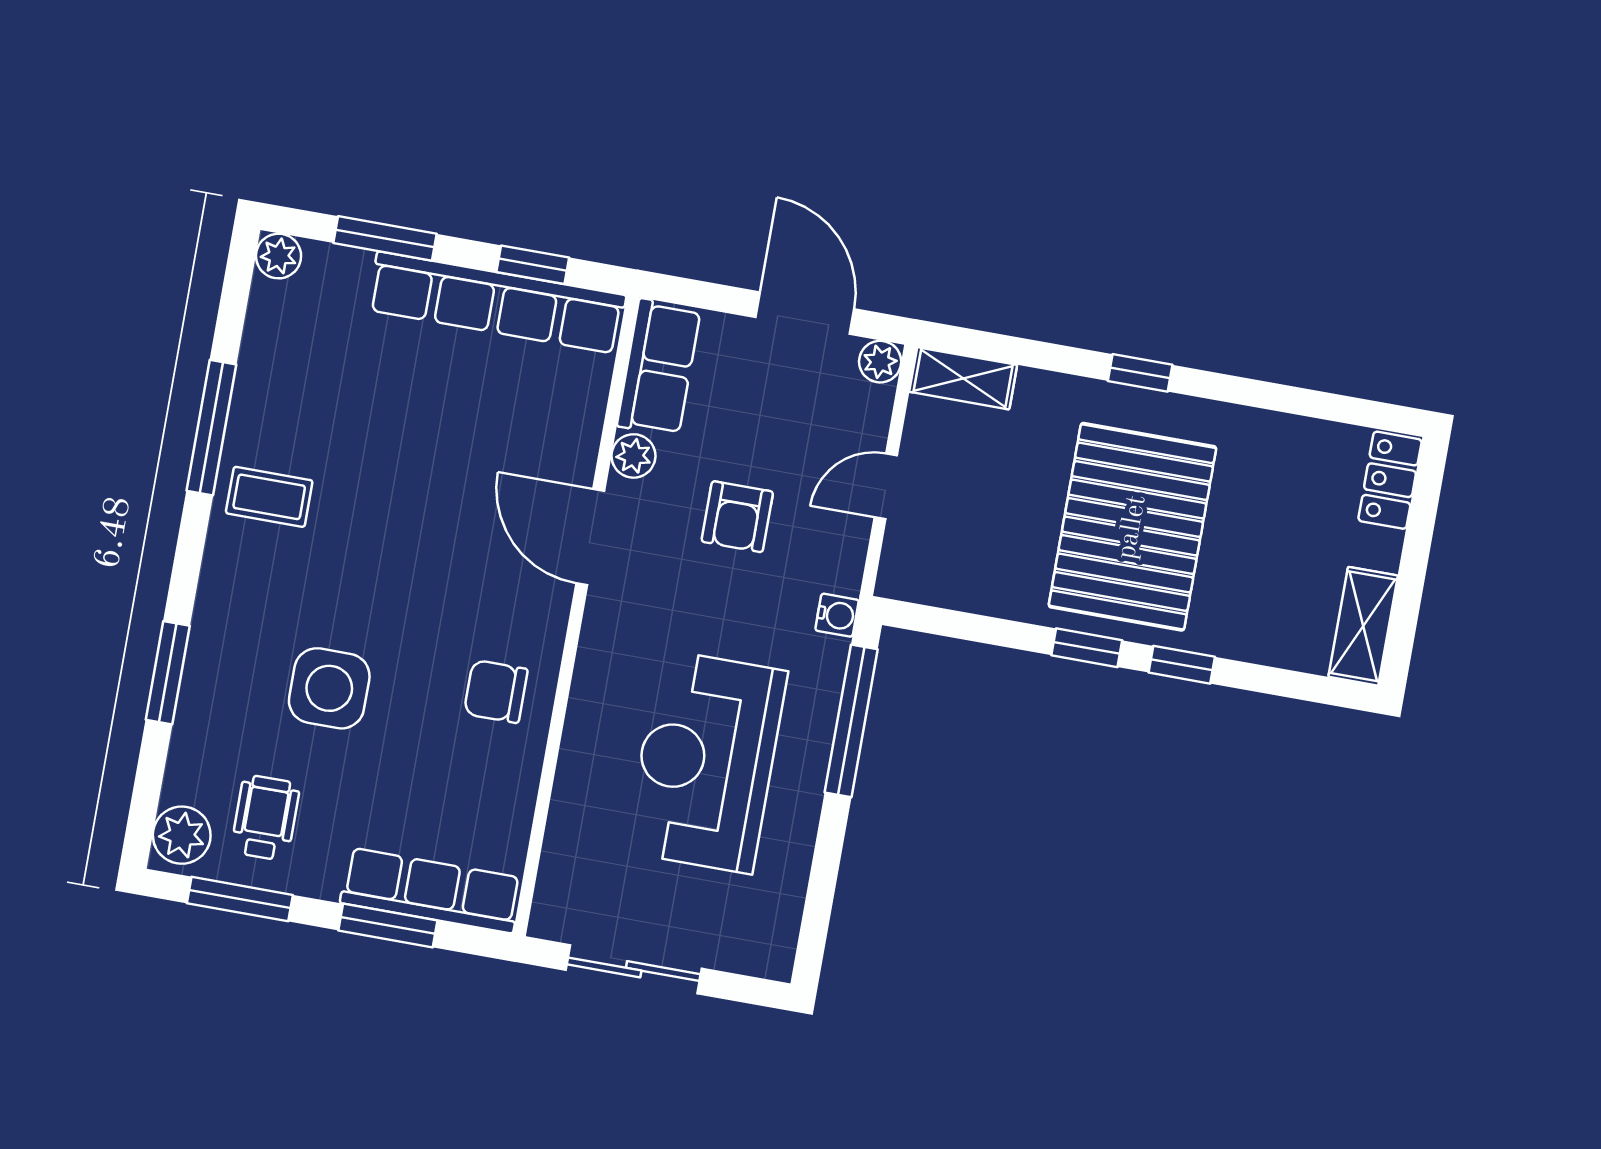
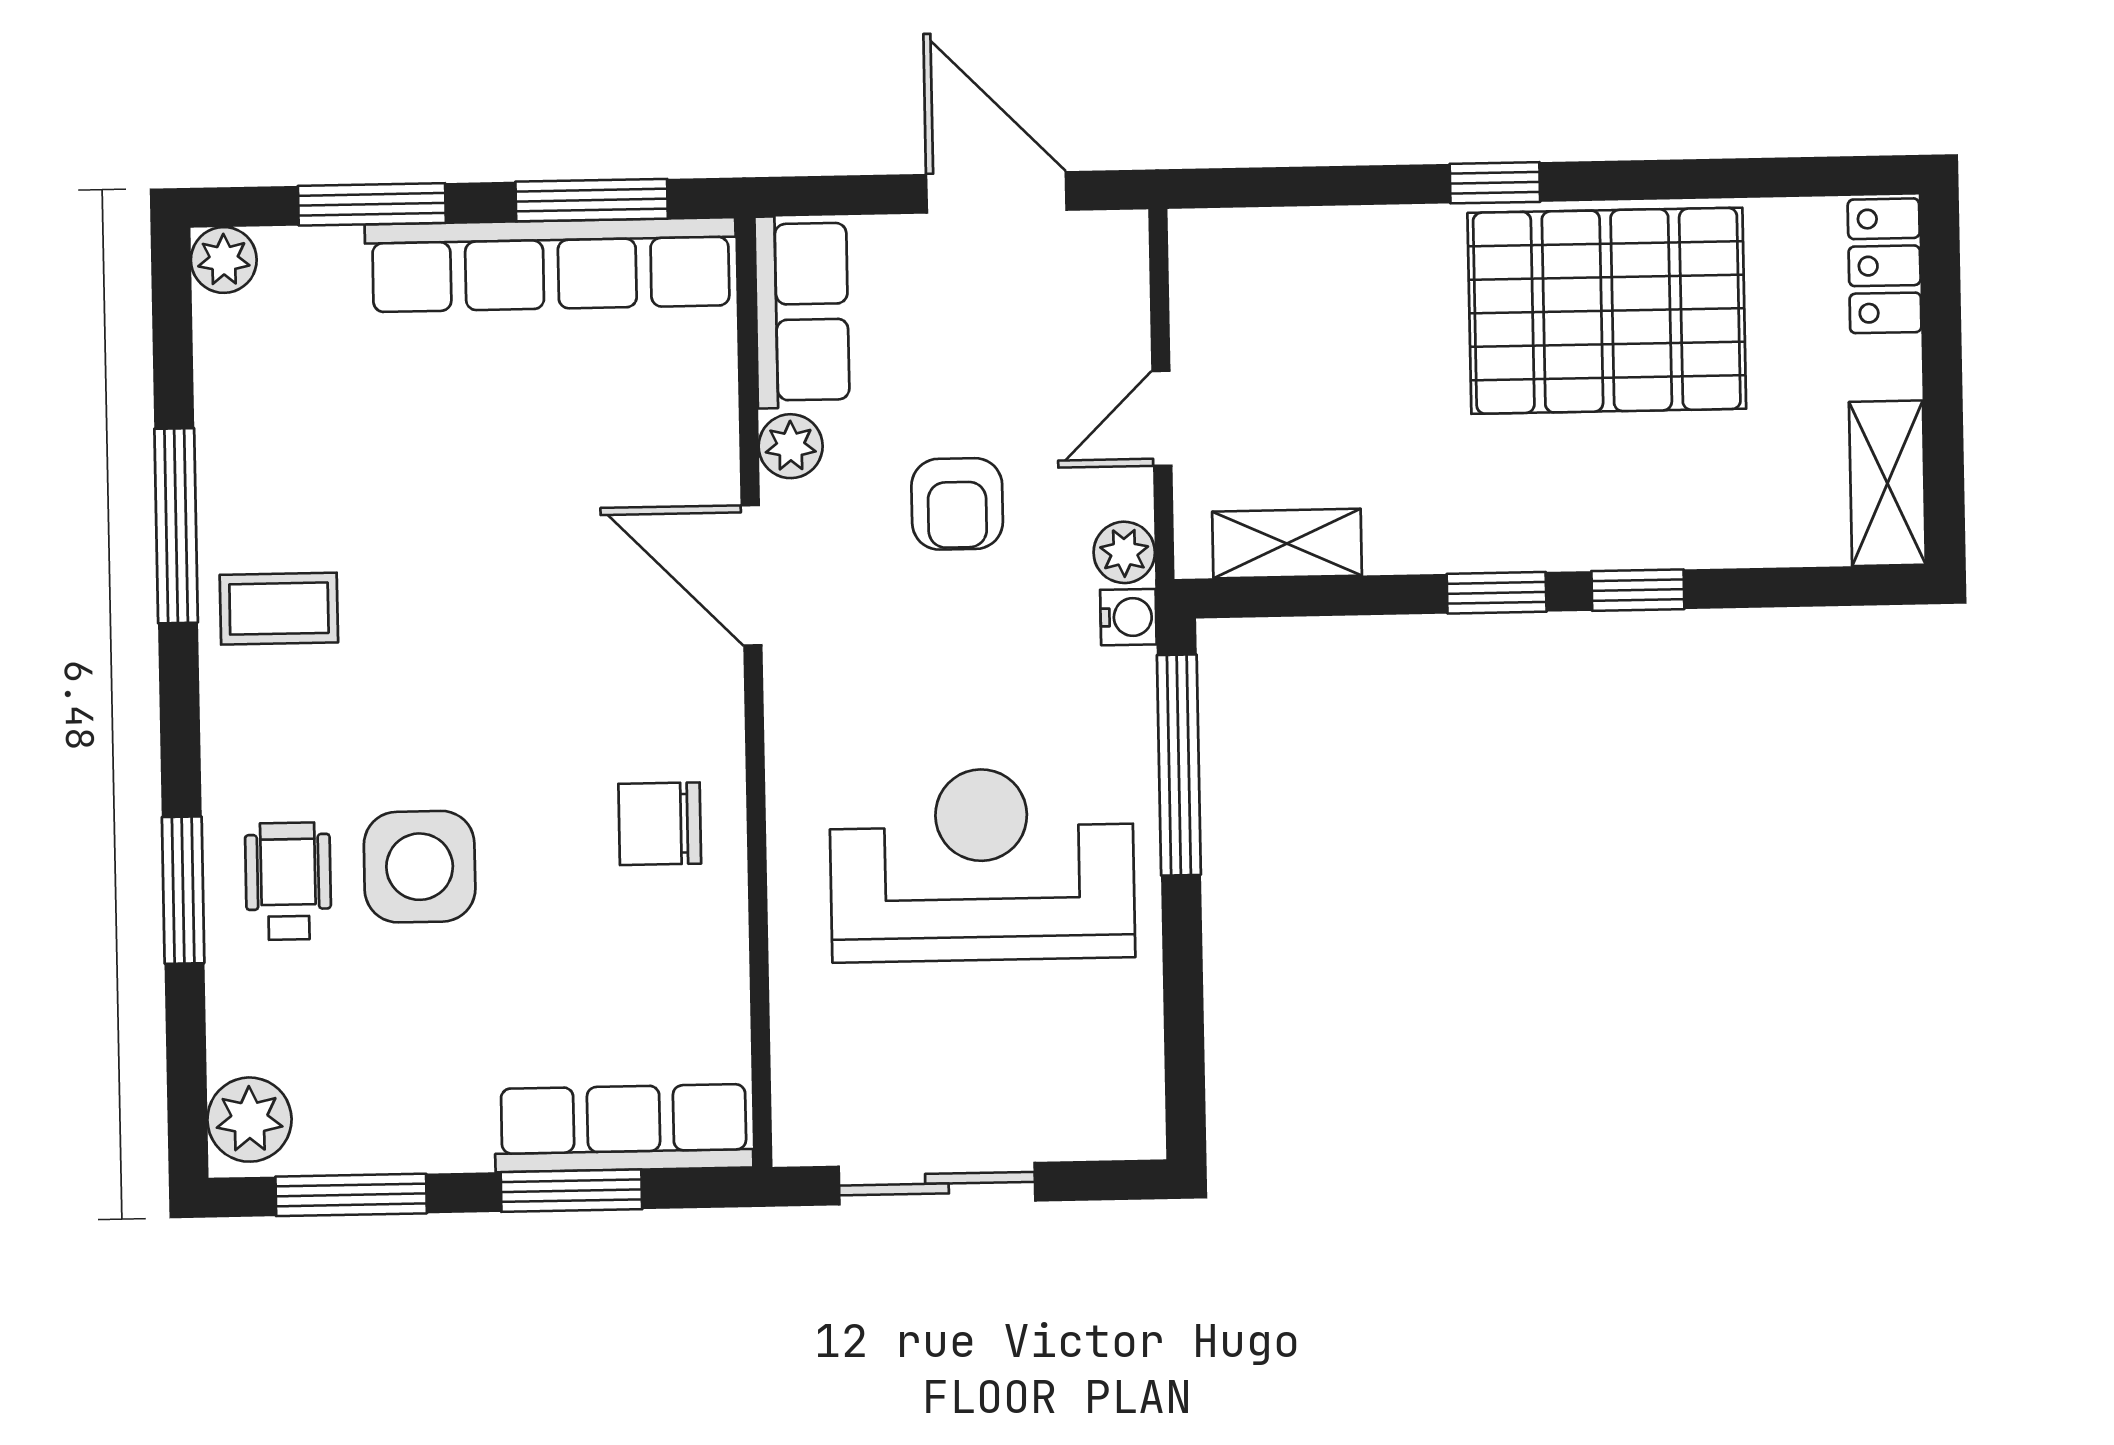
window: (533, 265) -> (592, 200), width x1.50
plant: (880, 362) -> (1124, 552), moved
shelving: (963, 378) -> (1287, 544), moved
pallet: (1132, 527) -> (1607, 311), moved, turned 90
reception desk: (706, 762) -> (982, 865), turned 90
wheelchair: (265, 818) -> (288, 881), moved

